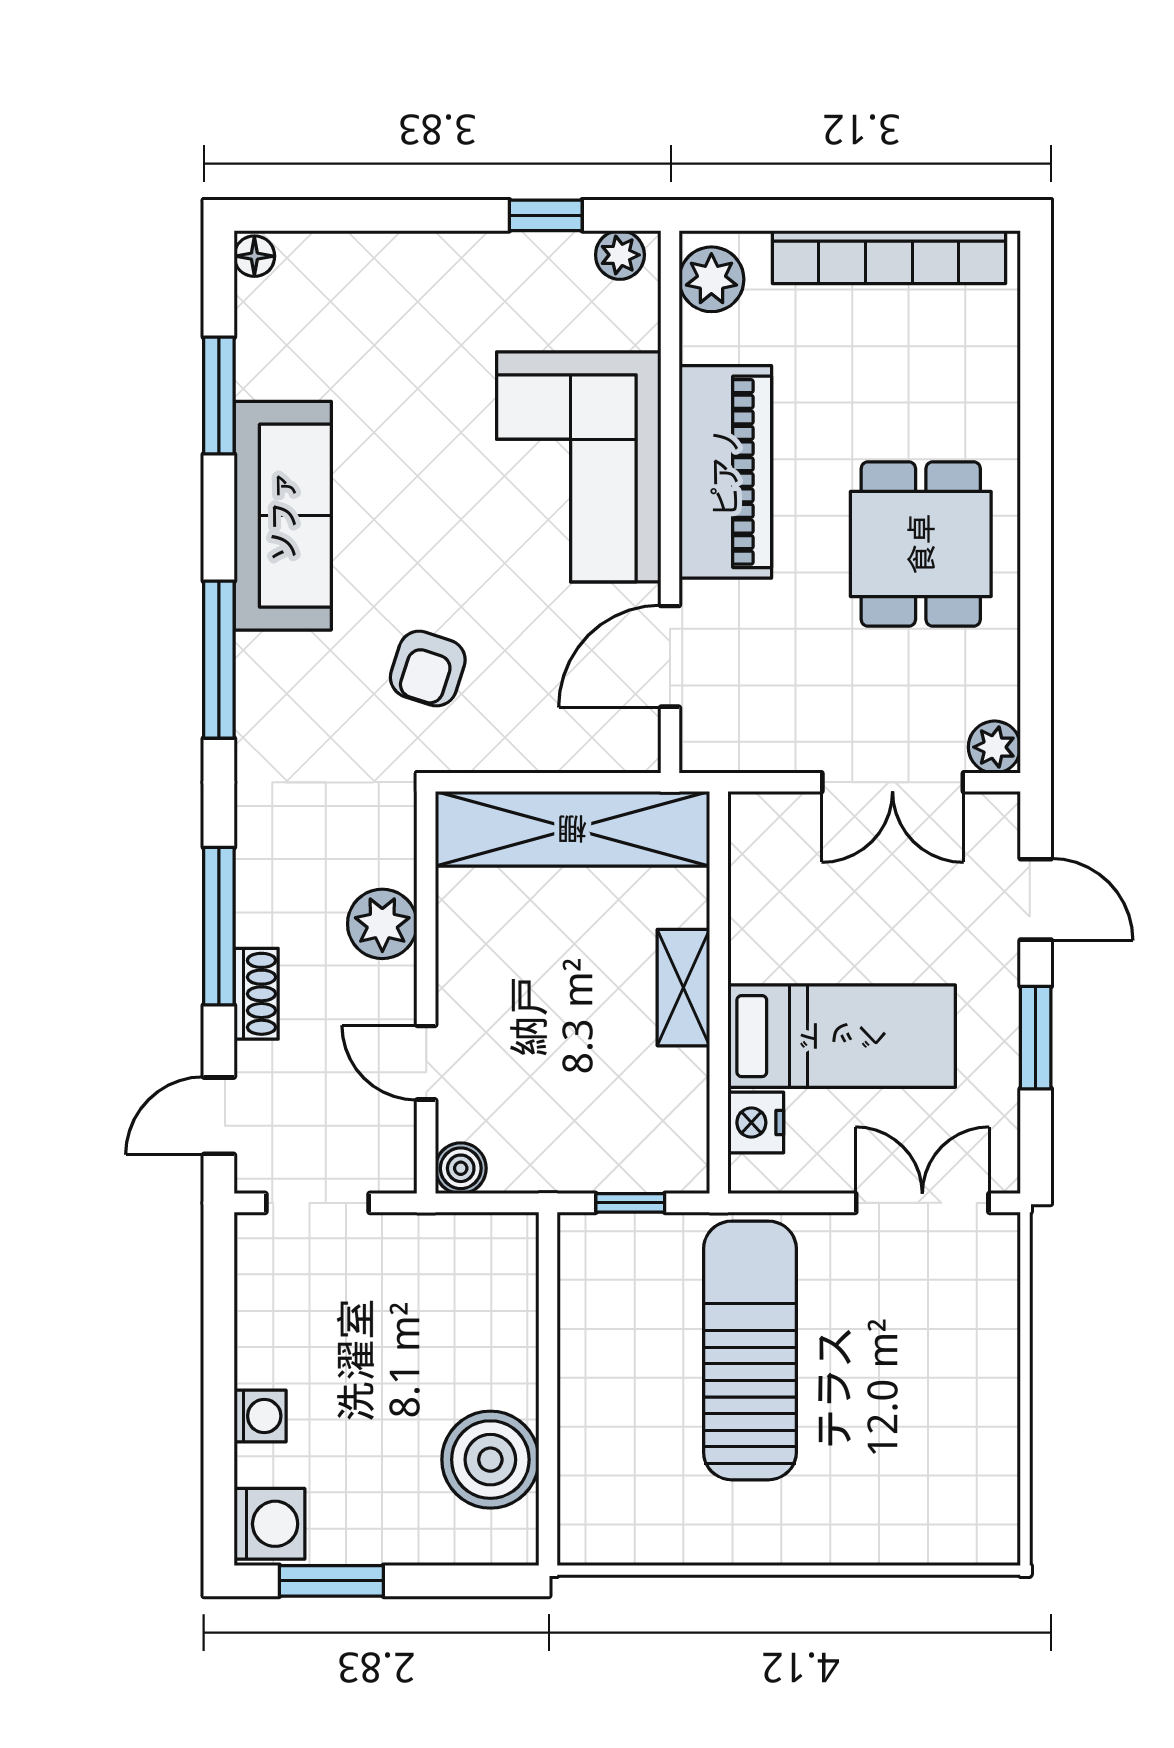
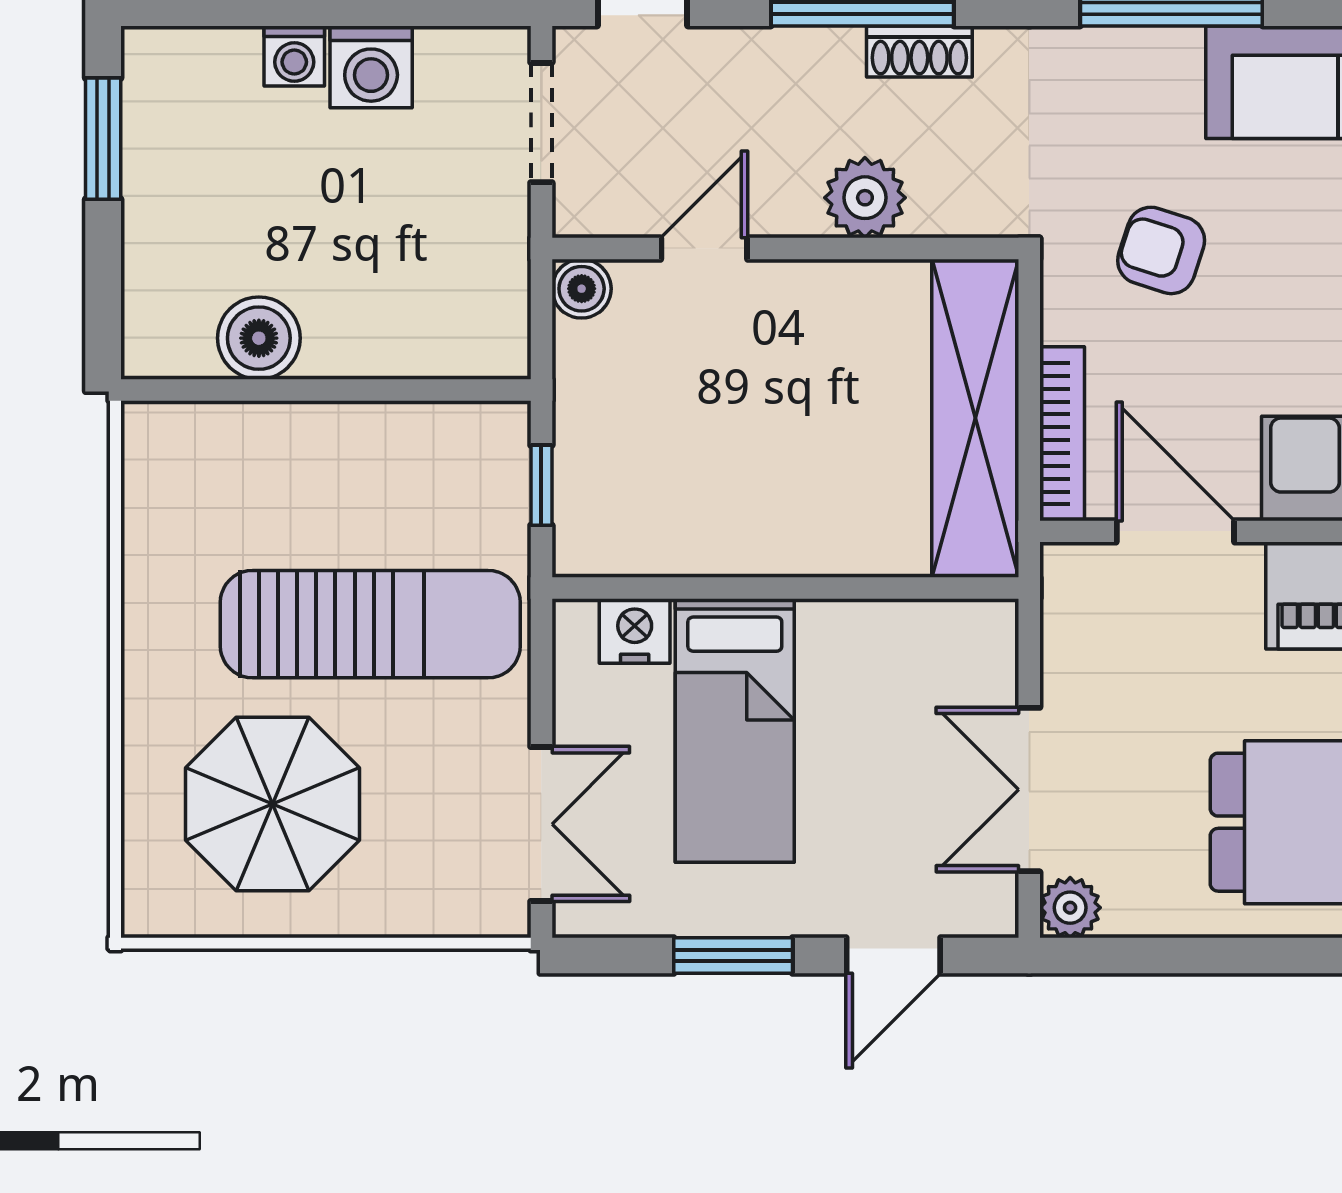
bookcase: (586, 754) -> (1062, 434), added
shelving: (683, 988) -> (791, 547), removed
shoe rack: (256, 994) -> (919, 51), moved
parasol: (905, 1435) -> (272, 804), added
boiler: (490, 1460) -> (259, 338), width x0.73, depth x0.73
washing machine: (269, 1524) -> (371, 67), moved

